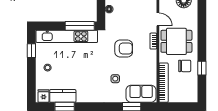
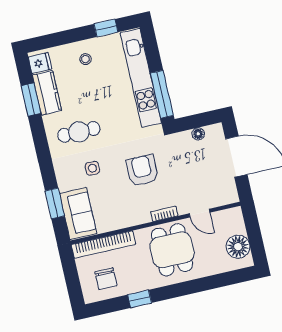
door: (158, 19) -> (200, 213), hinge flipped
armchair: (124, 48) -> (142, 170), turned 180
chair: (185, 66) -> (106, 279), moved
cafe table: (91, 82) -> (79, 132), added

